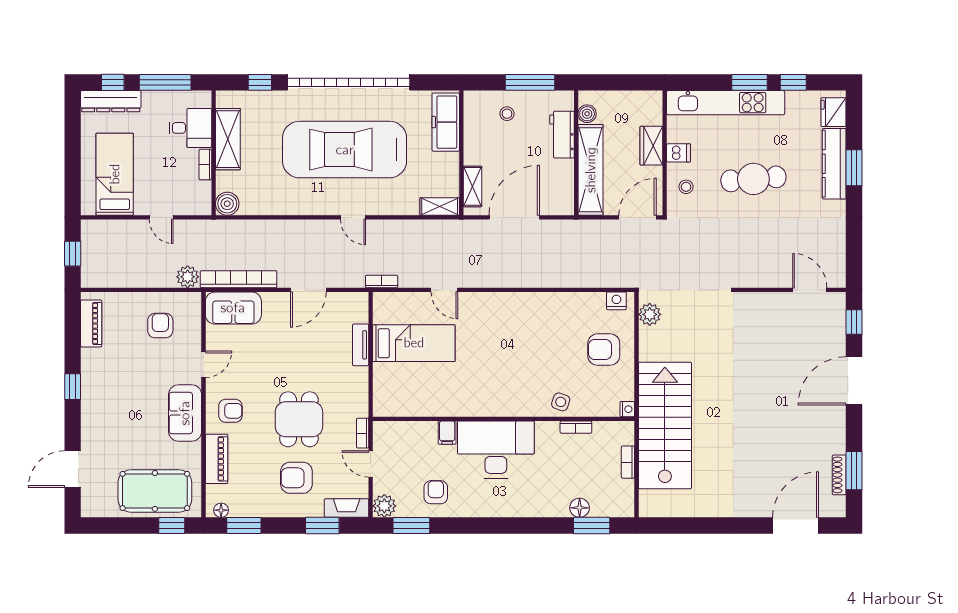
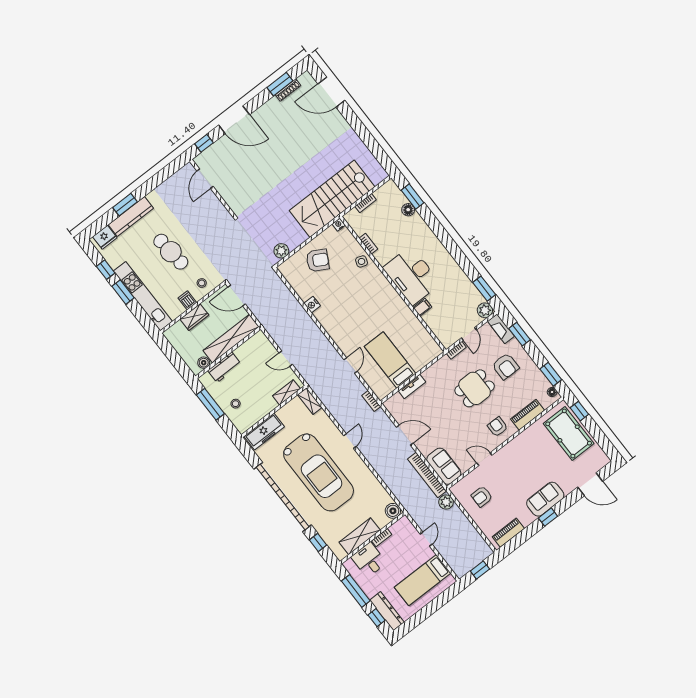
door: (514, 217) -> (286, 359), width x0.53
nightstand: (616, 301) -> (312, 305), moved
armchair: (604, 350) -> (318, 260), turned -61
sofa: (185, 413) -> (545, 499), moved, turned 180
armchair: (436, 492) -> (457, 289), removed

